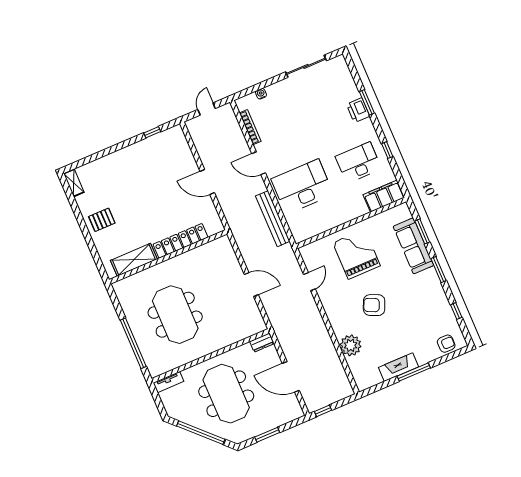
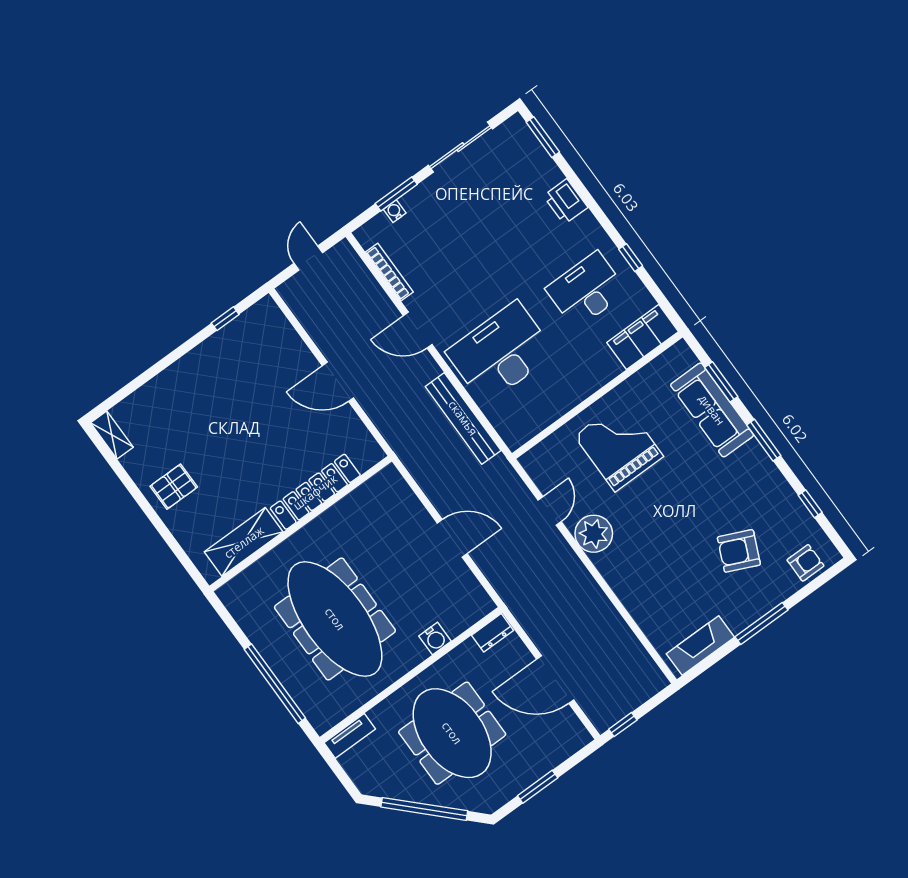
window: (264, 84) -> (396, 194), added
window: (367, 102) -> (543, 137), moved
armchair: (374, 305) -> (739, 551), moved
meeting table: (175, 315) -> (335, 619), width x1.36
water cooler: (229, 339) -> (435, 639), added
plant: (351, 345) -> (594, 534), moved
fireplace: (399, 367) -> (700, 646), moved

